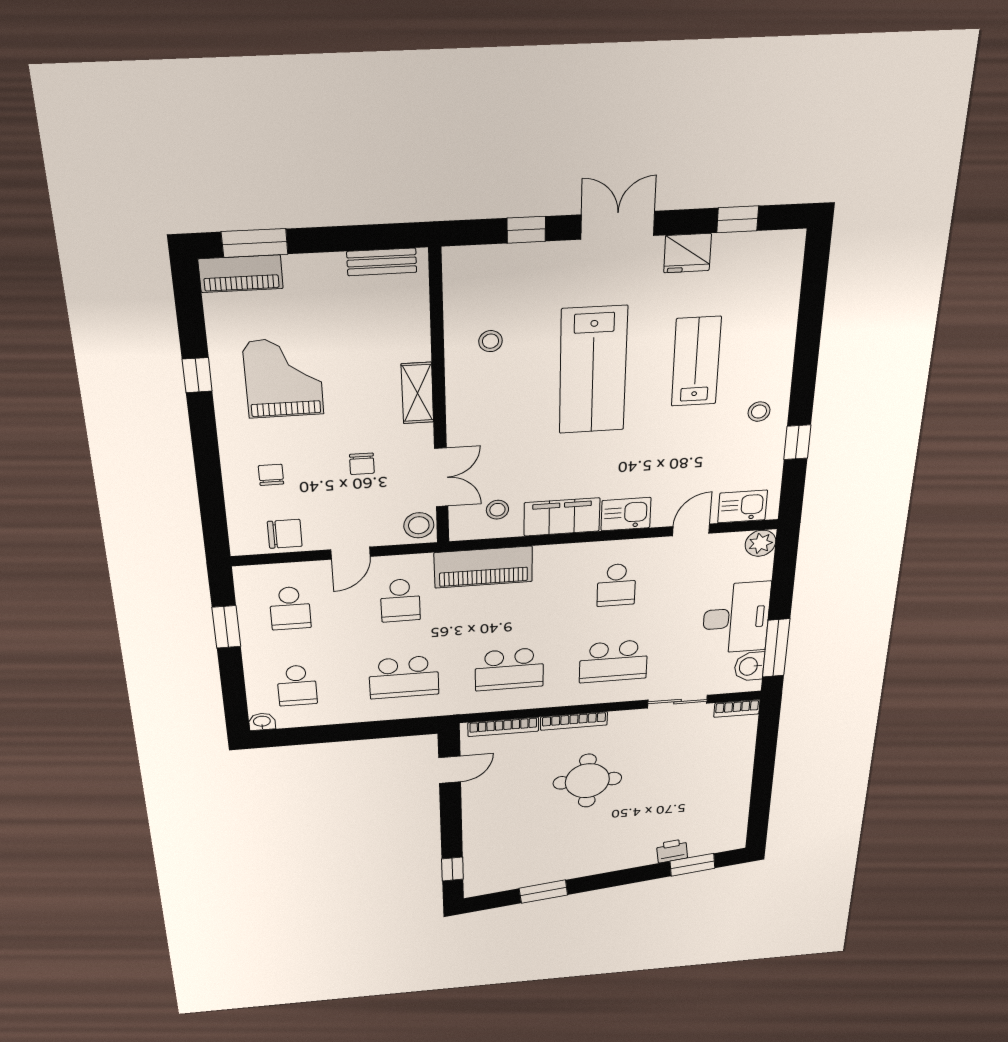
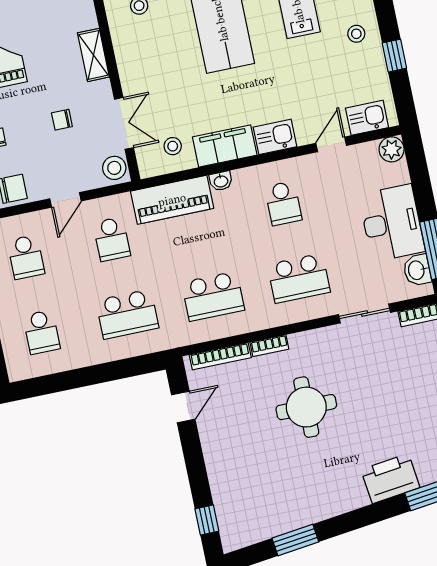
chair: (362, 464) -> (62, 120), turned 90
bookcase: (574, 721) -> (269, 346), width x0.64
washbasin: (262, 722) -> (221, 181), moved, turned 180
printer: (672, 851) -> (390, 479), width x1.87, depth x1.48

